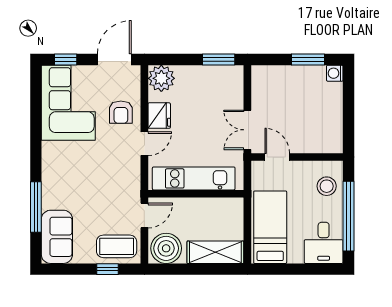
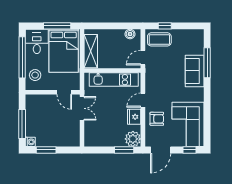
window: (219, 60) -> (124, 150), moved
window: (348, 103) -> (22, 124), added
armchair: (121, 112) -> (157, 119), turned 90
bed: (270, 227) -> (64, 51), width x1.50
sofa: (57, 237) -> (195, 71), moved
boiler: (166, 248) -> (130, 34), width x0.54, depth x0.54
shelving: (215, 252) -> (91, 51), moved, turned 90
window: (289, 269) -> (57, 26), added

